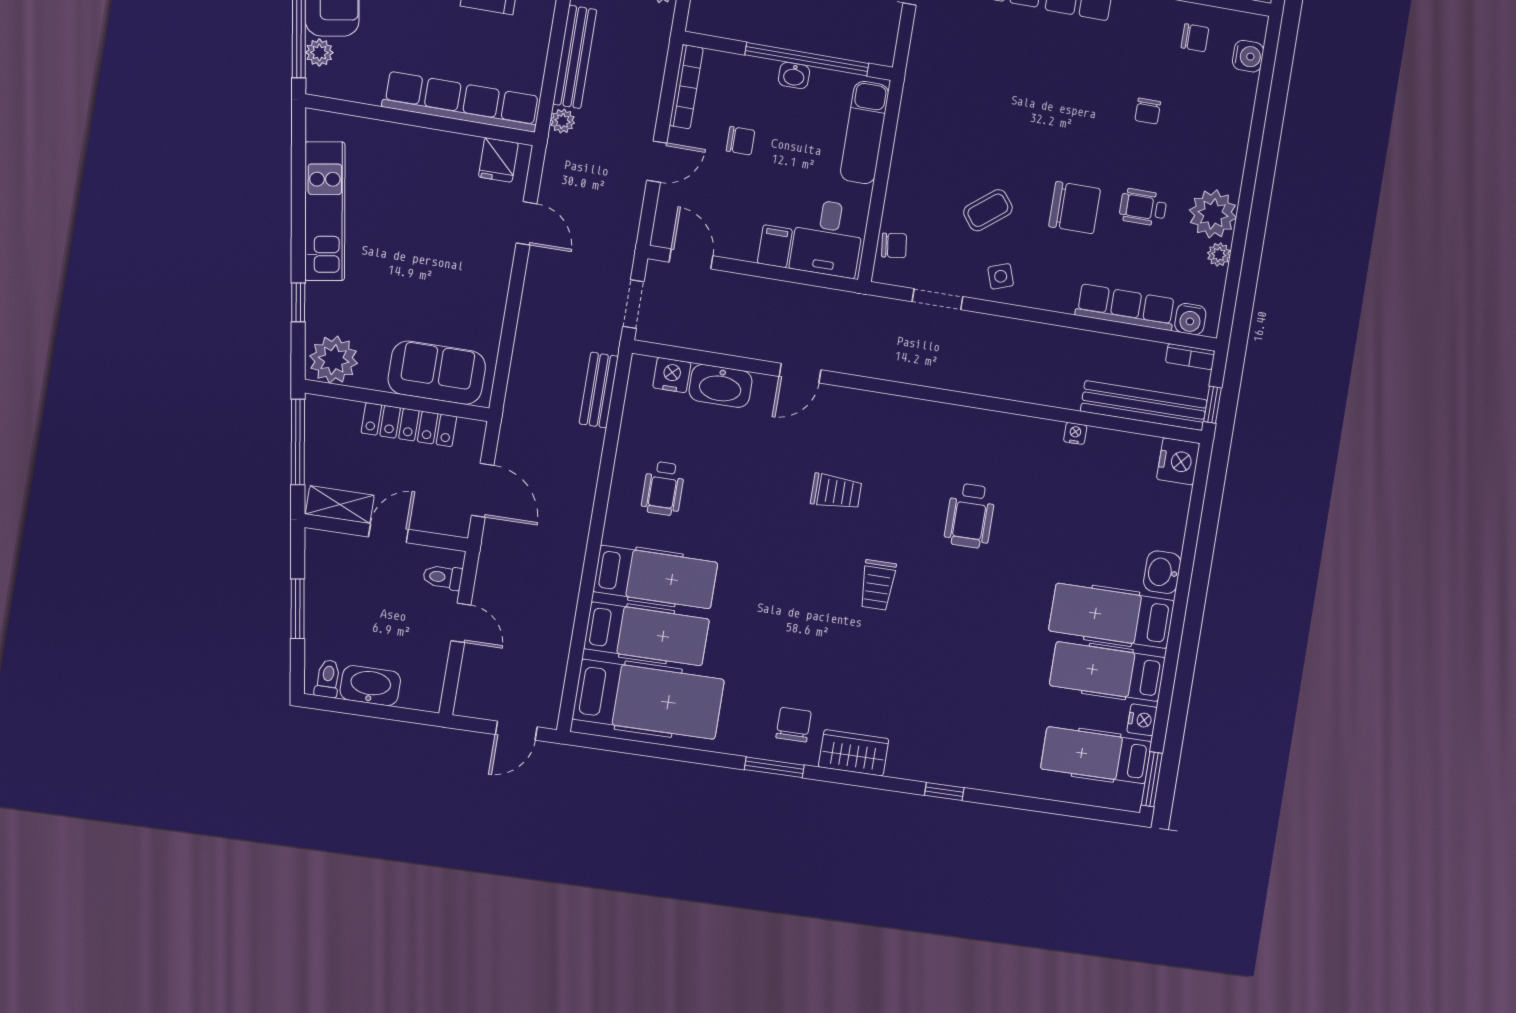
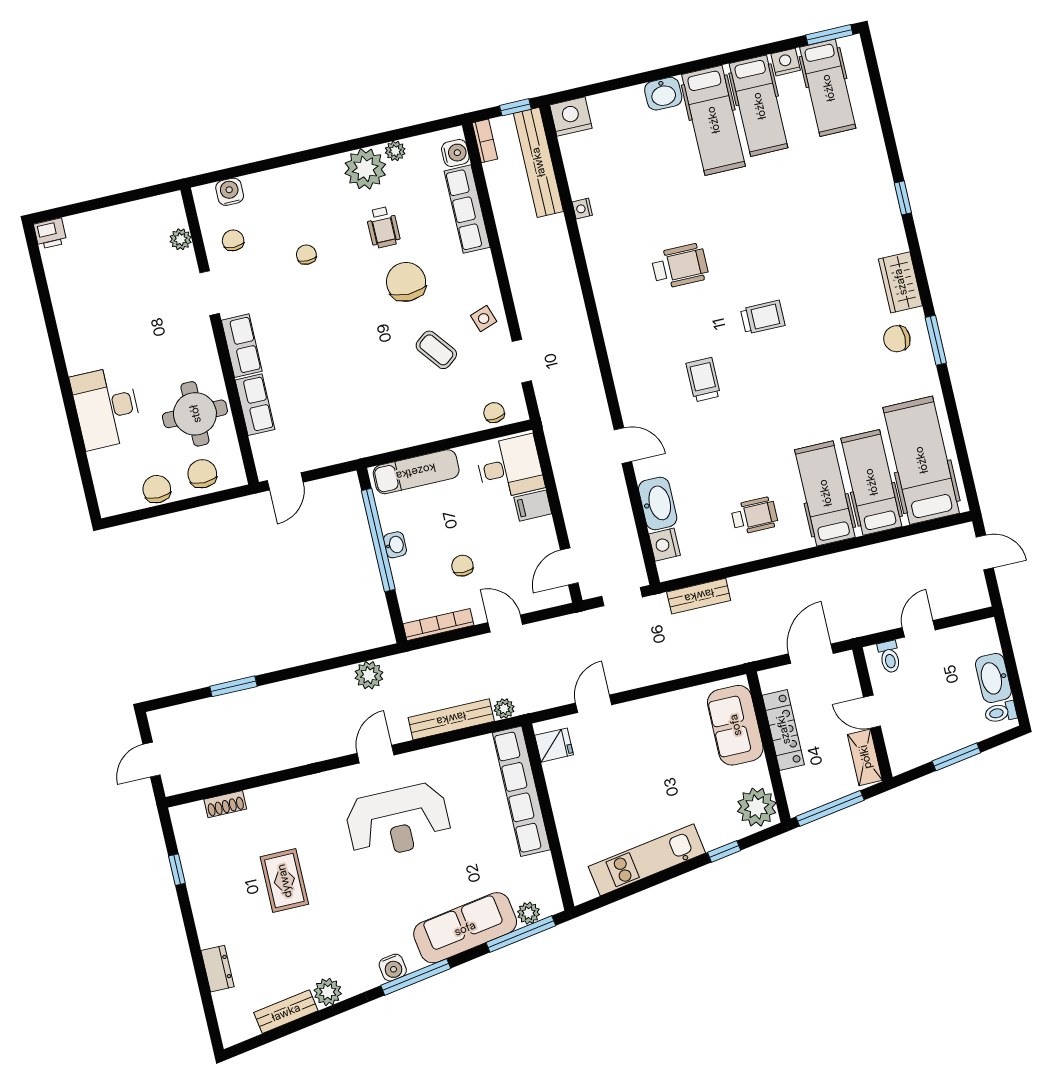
chair: (1148, 111) -> (306, 255), turned -90

